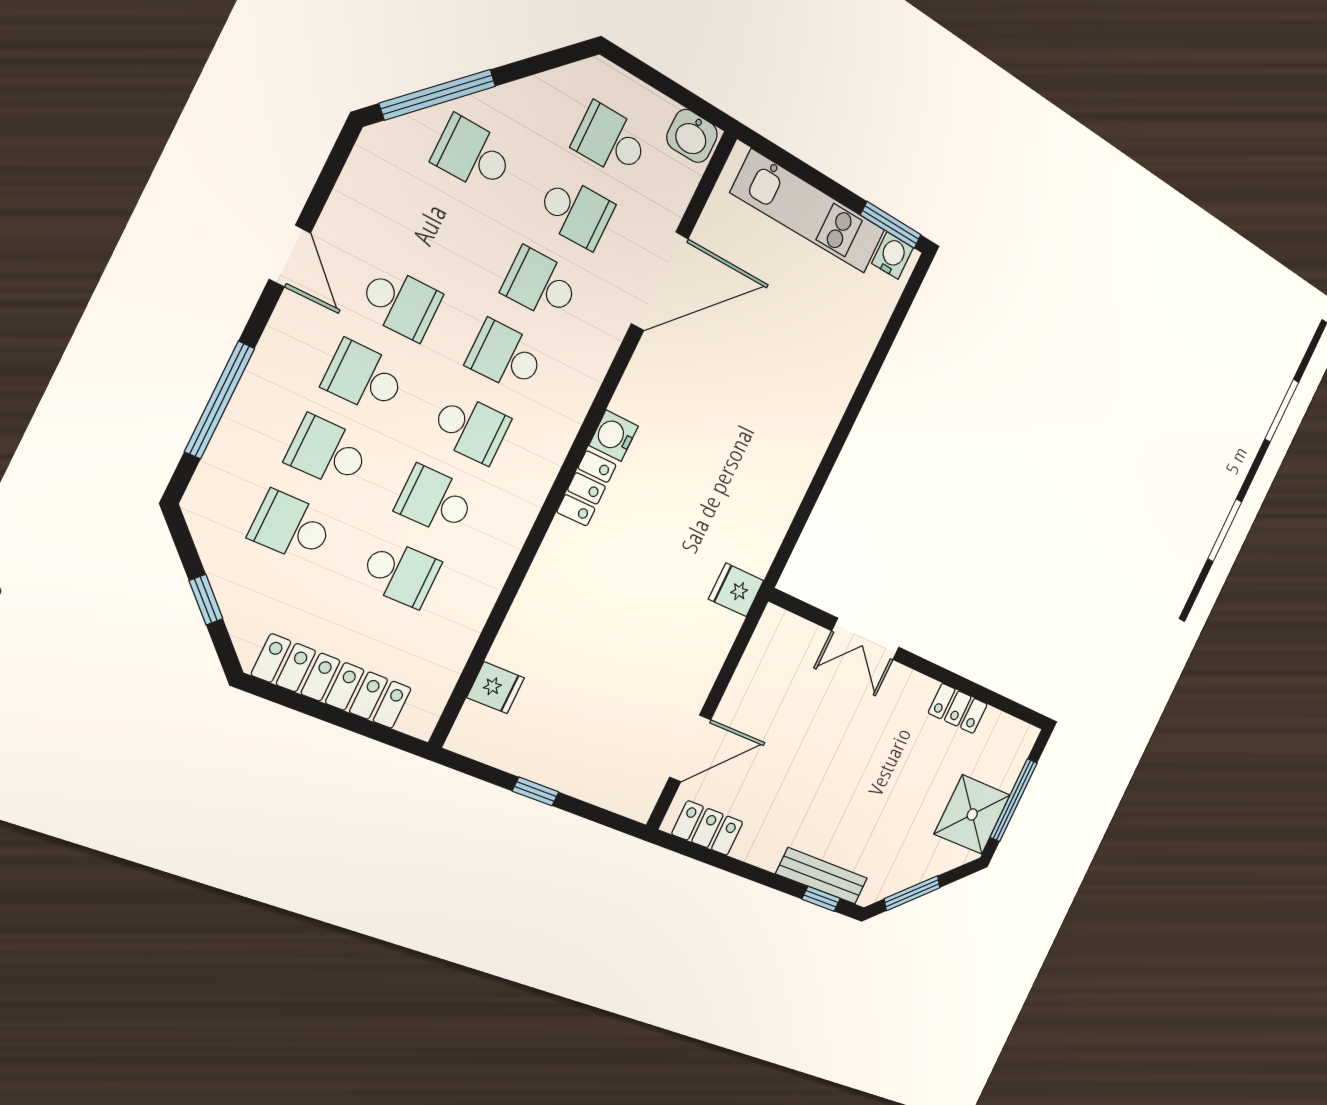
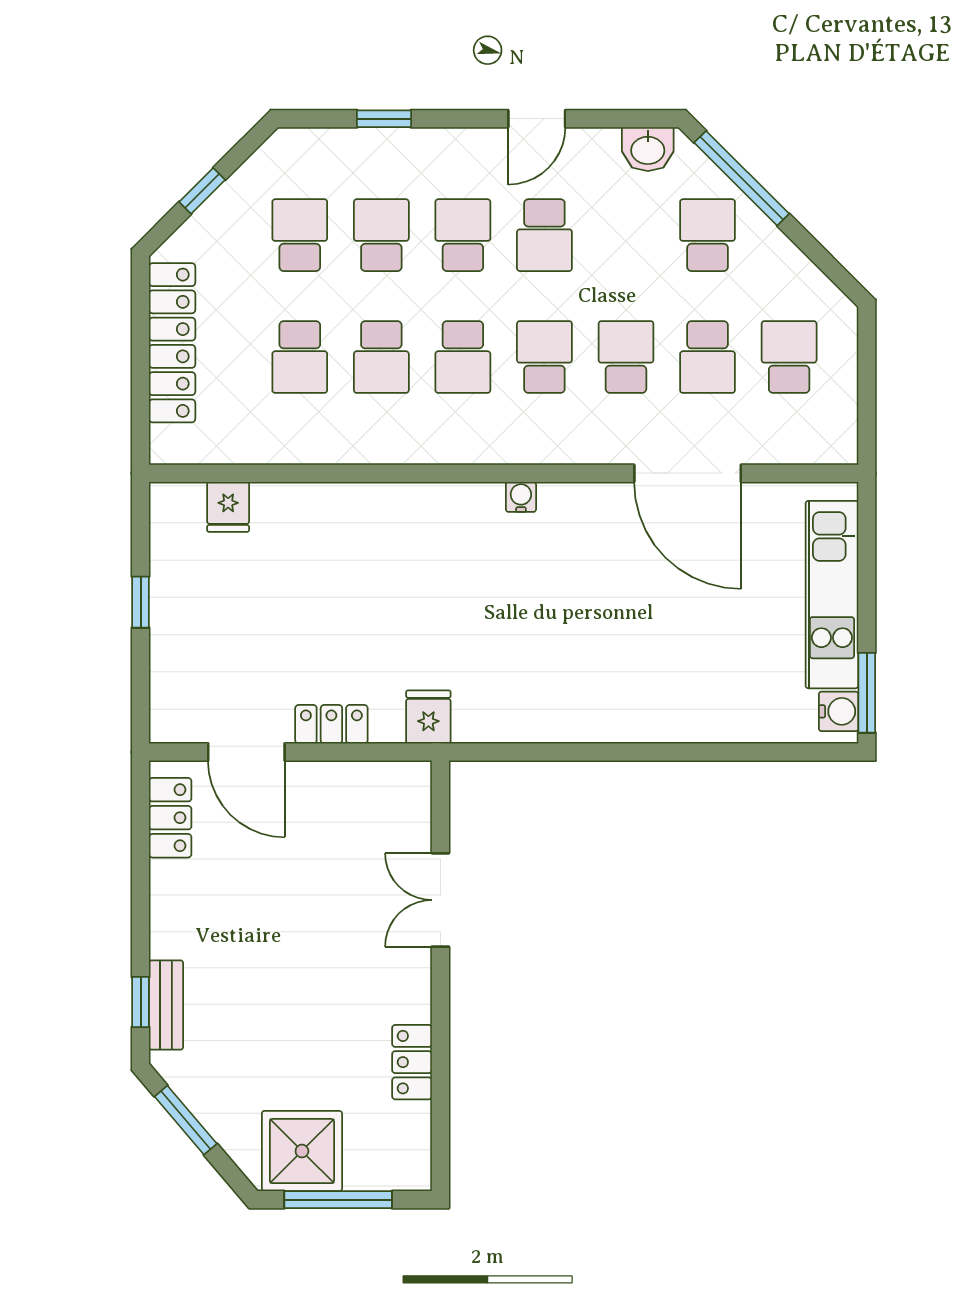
washbasin: (692, 136) -> (648, 149), moved, turned -90
window: (219, 400) -> (384, 119), width x0.46
water cooler: (614, 436) -> (521, 497), width x0.72, depth x0.72
locker: (587, 488) -> (331, 724), moved, turned 180
school desk: (436, 501) -> (381, 357), turned 180
bench: (822, 876) -> (166, 1005), width x0.73

